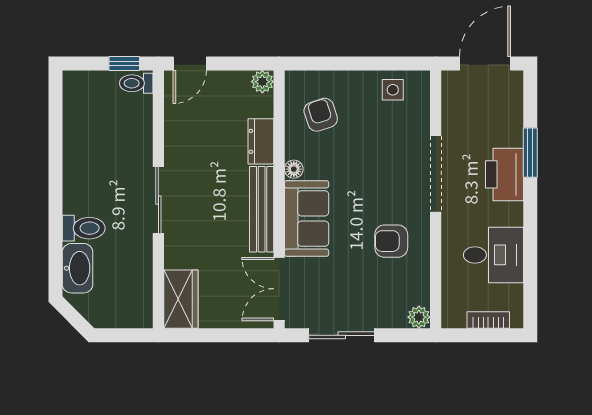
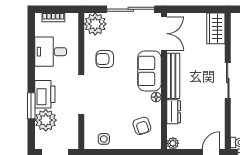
plant: (503, 125) -> (46, 120), added
armchair: (391, 241) -> (105, 59), turned 180
plant: (419, 317) -> (95, 24), width x1.87, depth x1.87
sliding door: (342, 335) -> (131, 9), width x1.37

